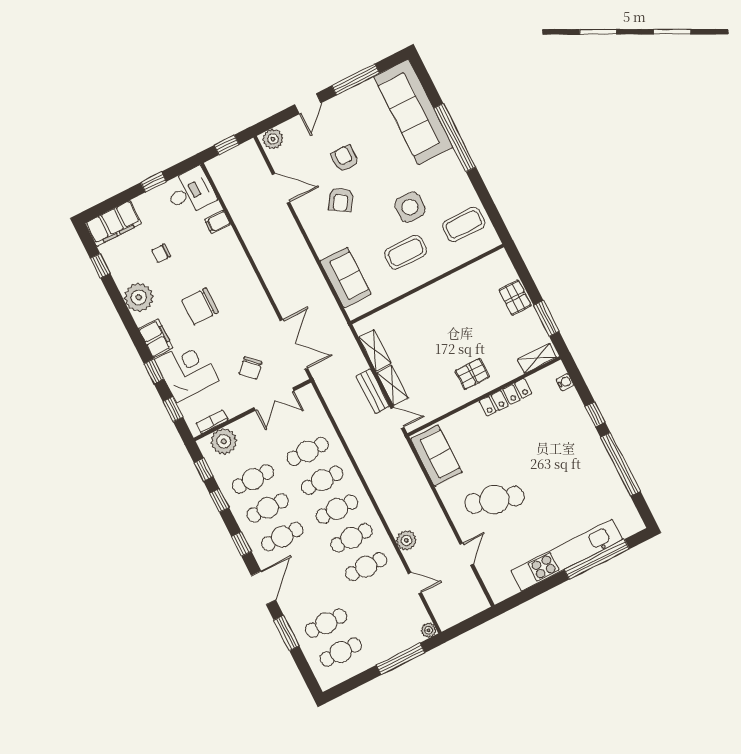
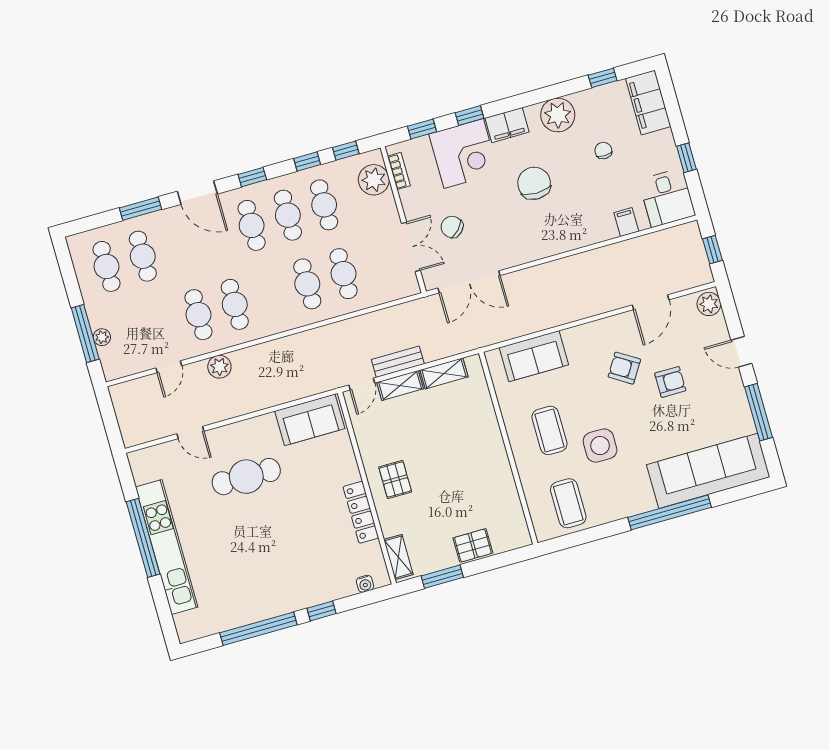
double door: (274, 399) -> (411, 247), swing flipped
cafe table: (494, 500) -> (246, 477), turned 73
cafe table: (337, 509) -> (271, 294), removed
window: (597, 559) -> (143, 538), moved
plant: (428, 630) -> (102, 337), moved

